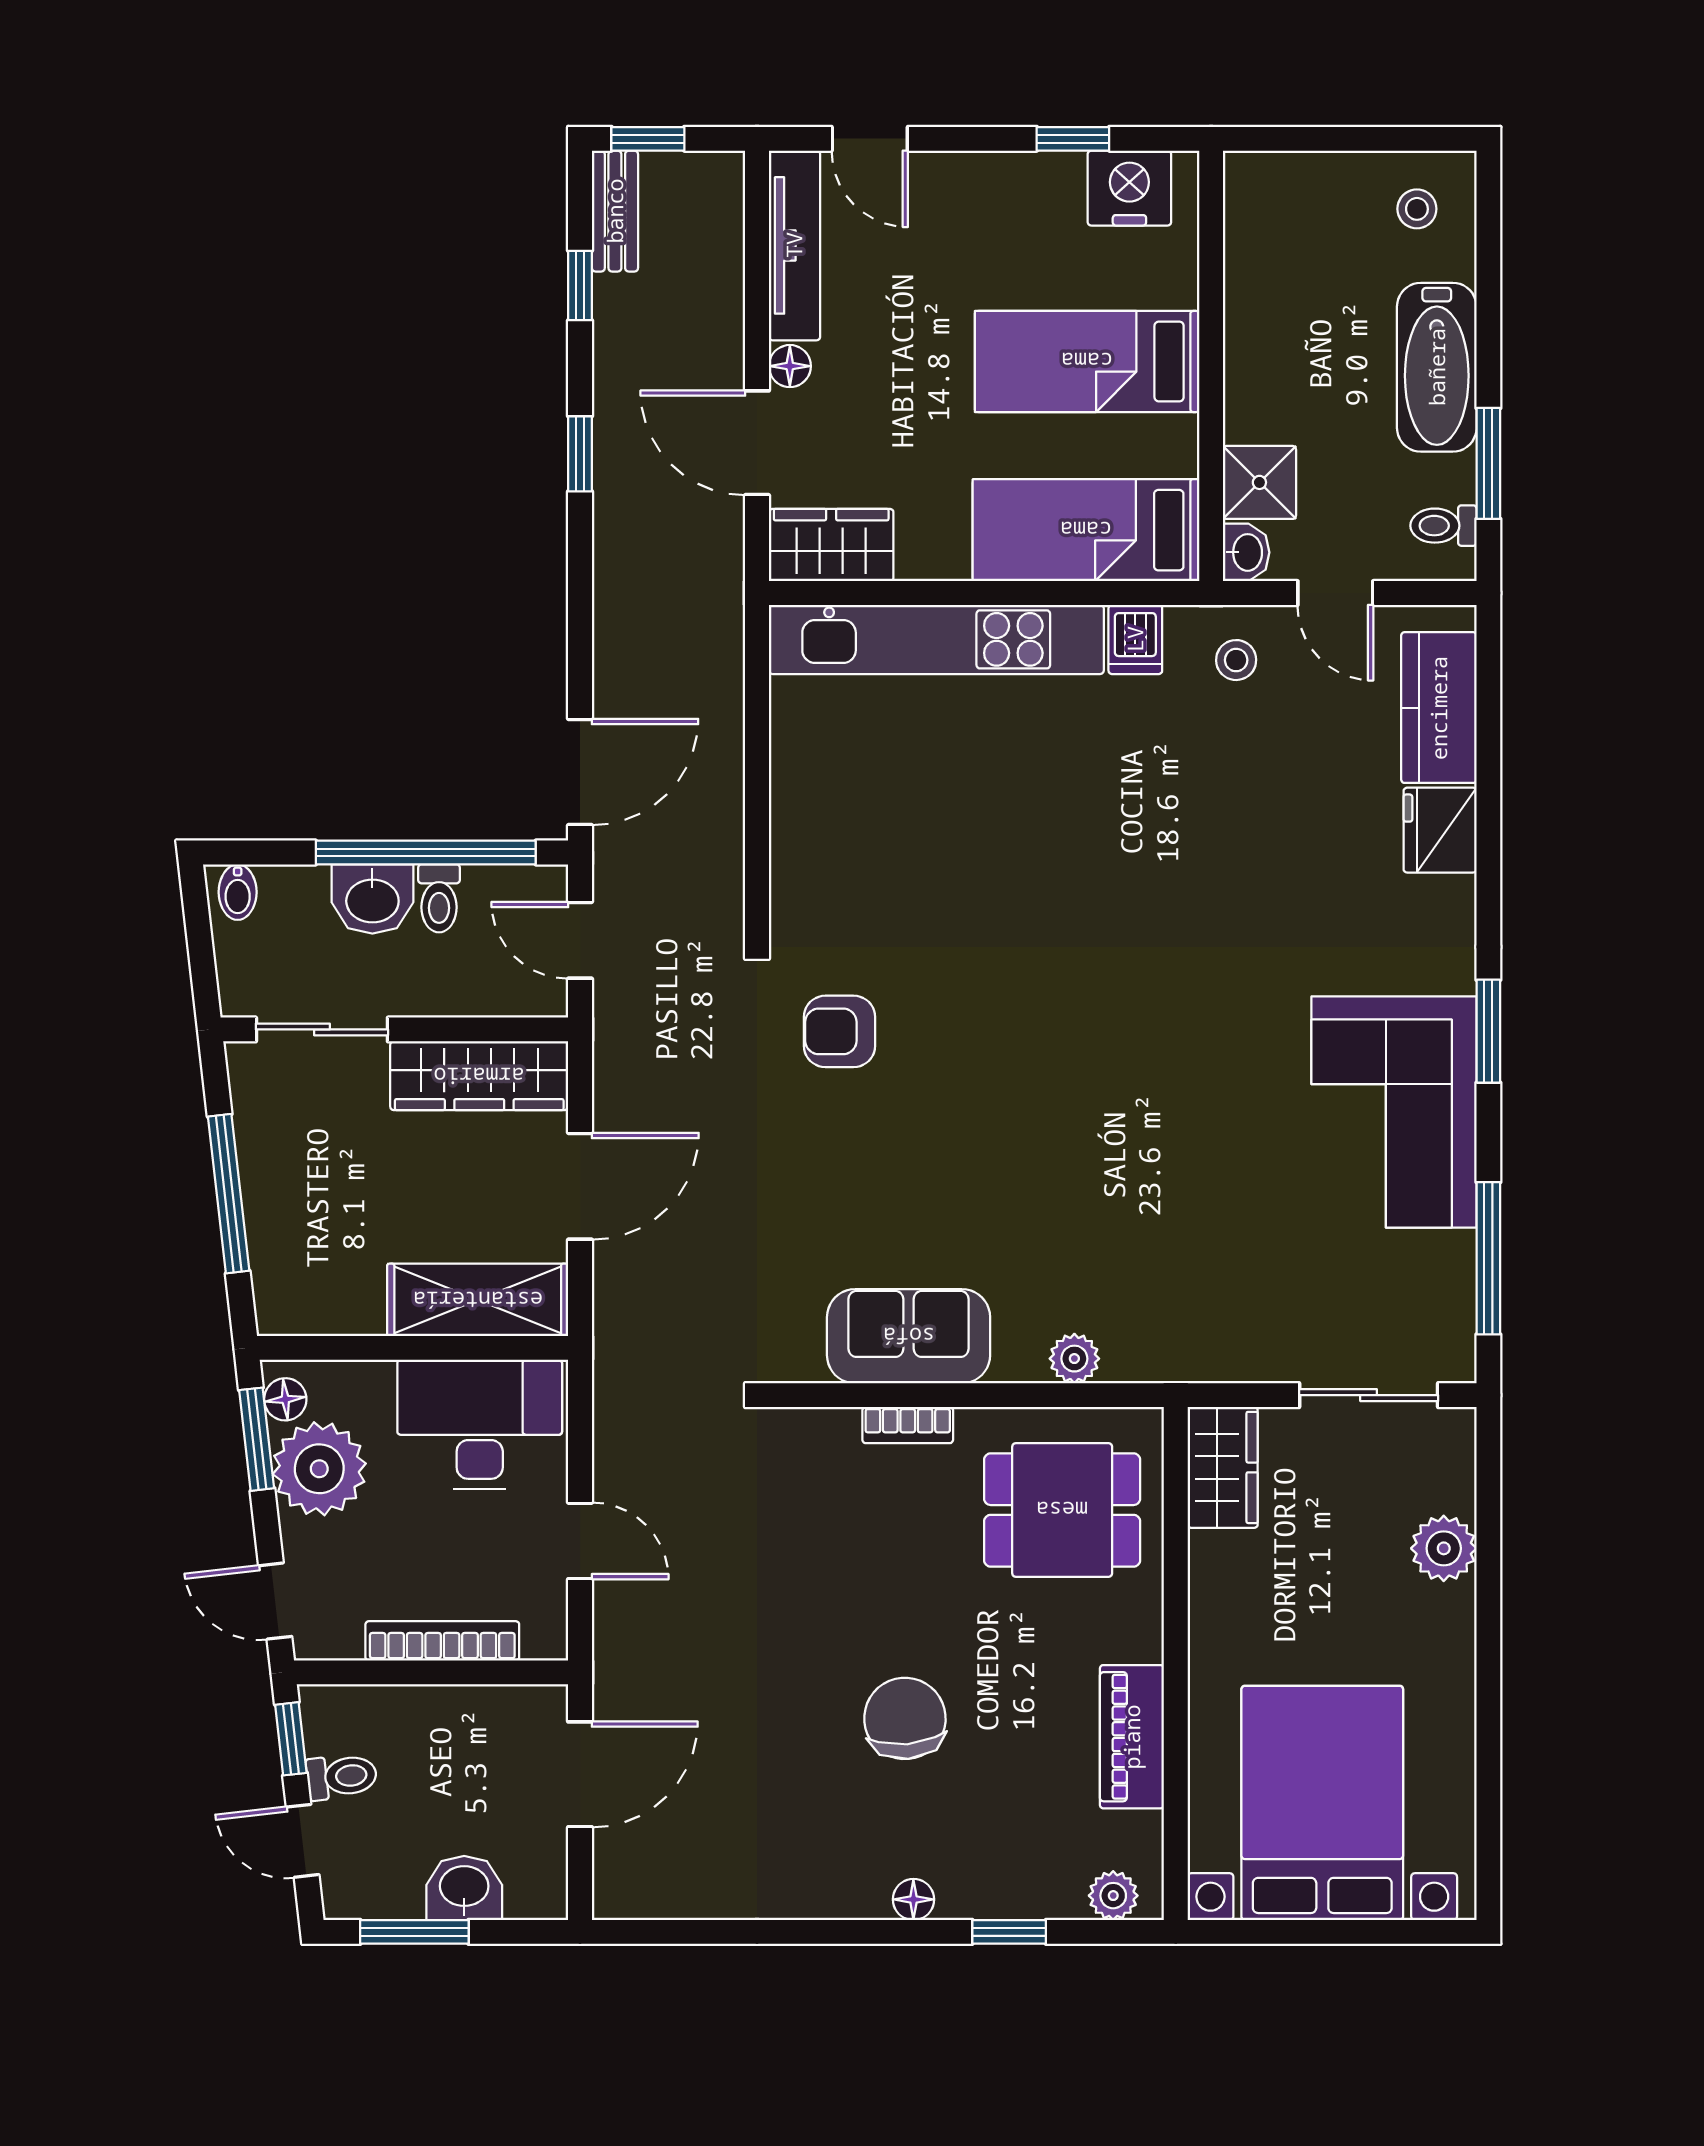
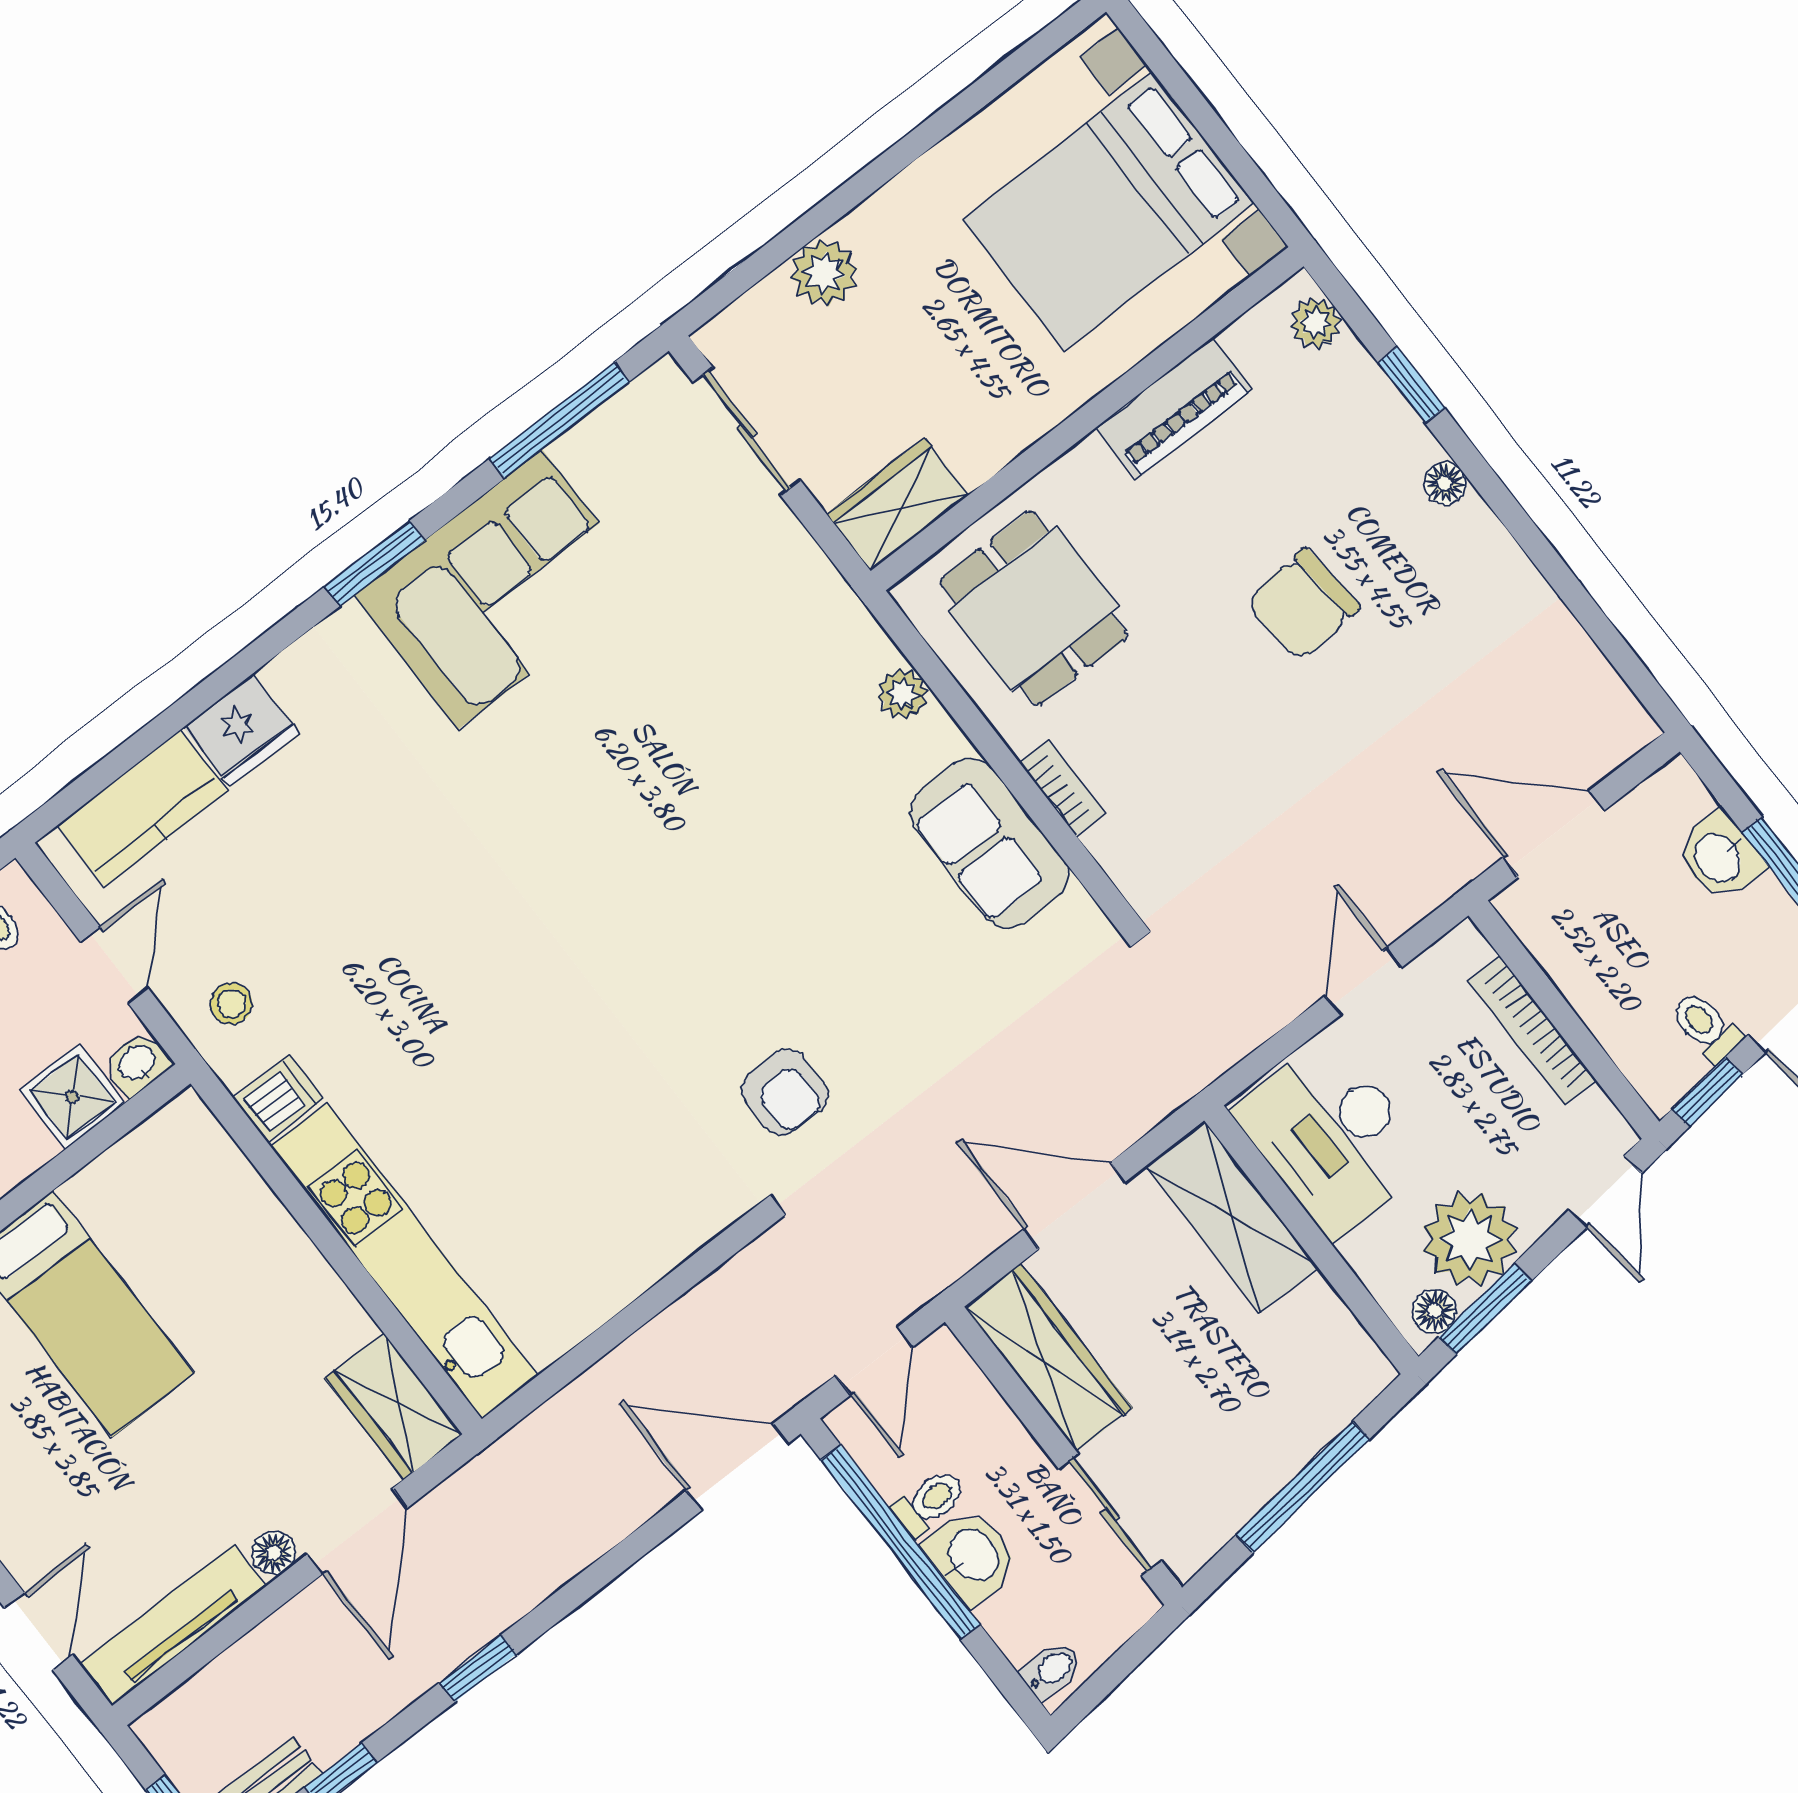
bed: (1086, 530) -> (221, 1208), removed

